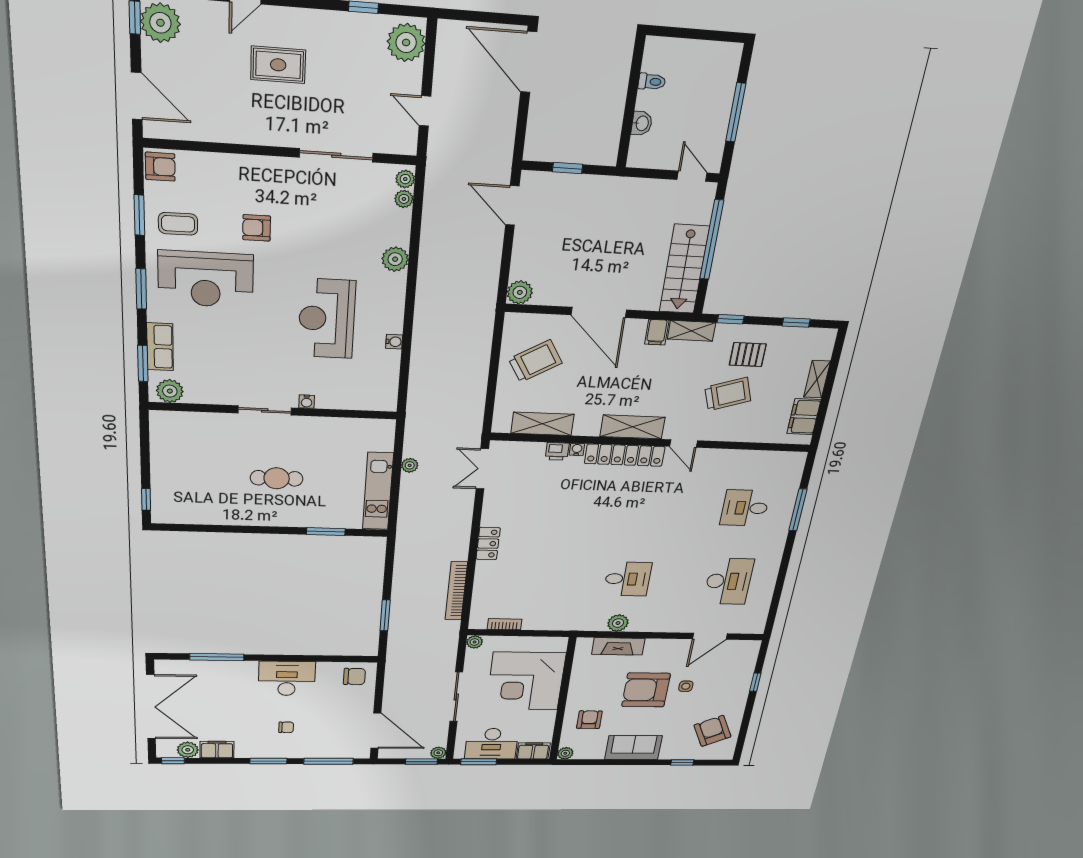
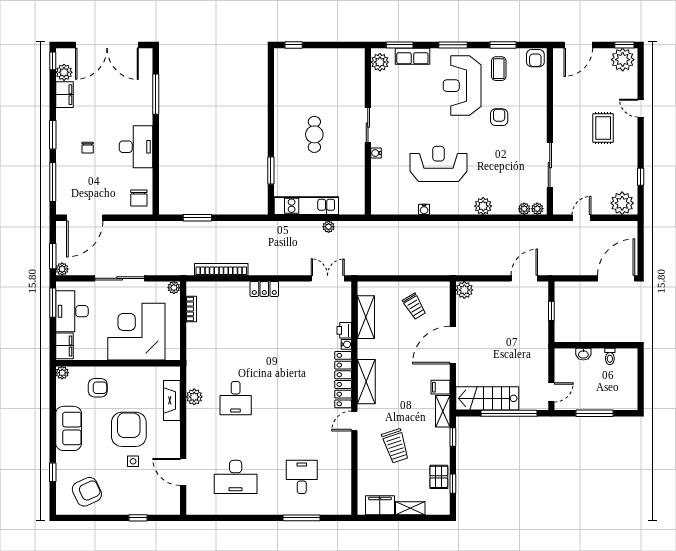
pallet: (748, 355) -> (439, 477), moved
trolley: (535, 361) -> (414, 306), width x0.73, depth x0.72

